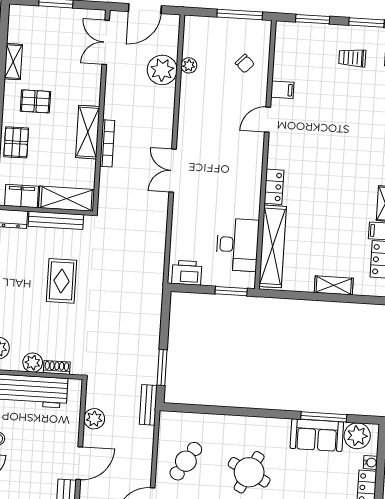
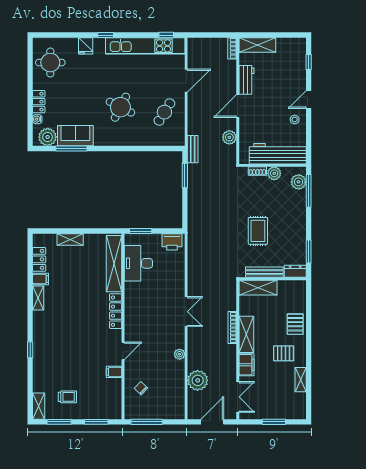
plant: (189, 65) -> (180, 354), moved
locker: (274, 187) -> (116, 311), width x1.53
filing cabinet: (22, 196) -> (246, 365), moved, turned -90

